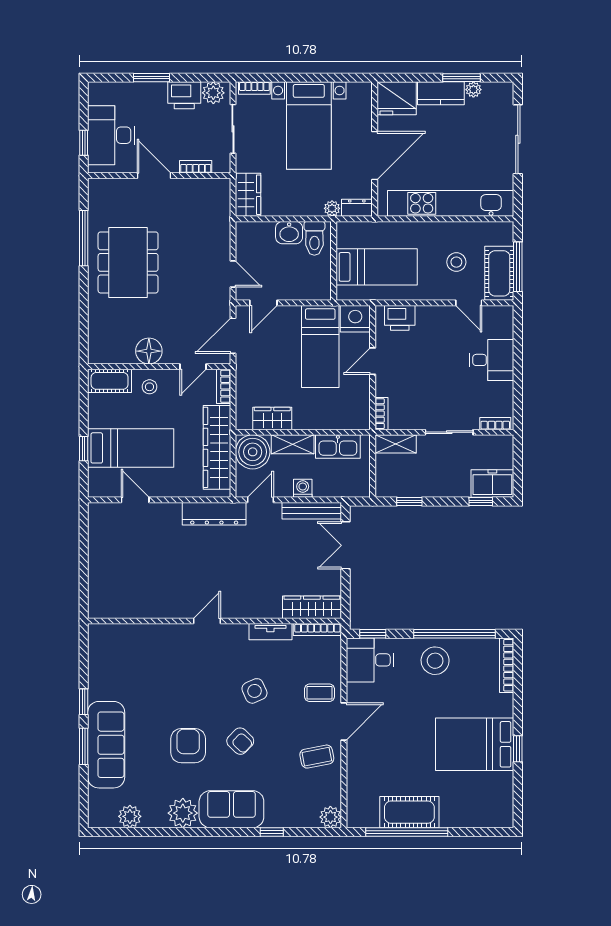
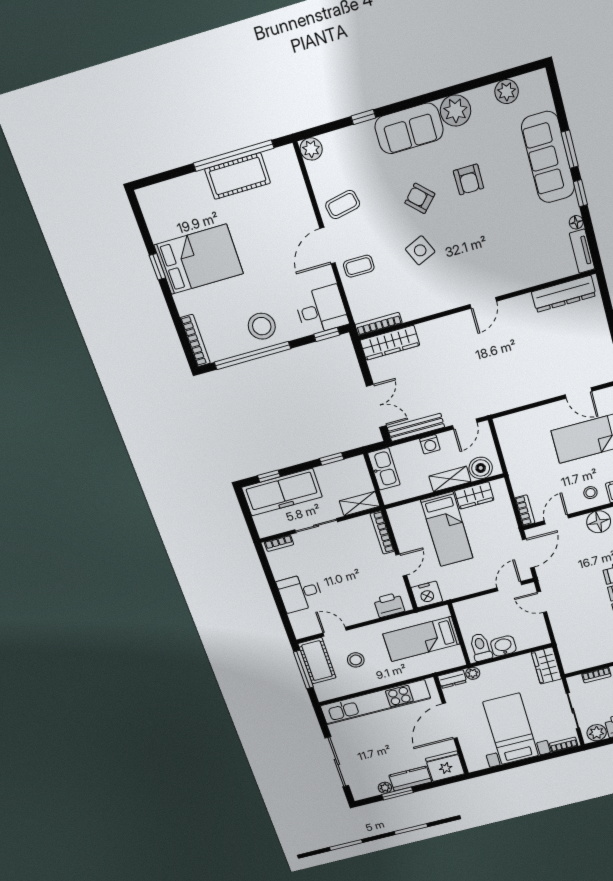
bed: (320, 347) -> (447, 529), moved, turned 180
bookcase: (381, 414) -> (382, 532), width x1.56
kitchen sink: (338, 446) -> (384, 469), moved, turned 90
wardrobe: (217, 447) -> (517, 458), removed
boiler: (253, 452) -> (481, 468), width x0.73, depth x0.73
freezer: (492, 484) -> (282, 492), width x1.91, depth x1.26
dresser: (214, 514) -> (564, 294), moved, turned 180
tv unit: (270, 632) -> (582, 251), moved, turned -90
floor lamp: (95, 675) -> (576, 222), added
armchair: (188, 746) -> (469, 179), width x0.72, depth x0.72

